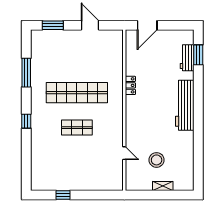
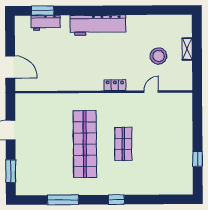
locker: (130, 85) -> (115, 85), moved

